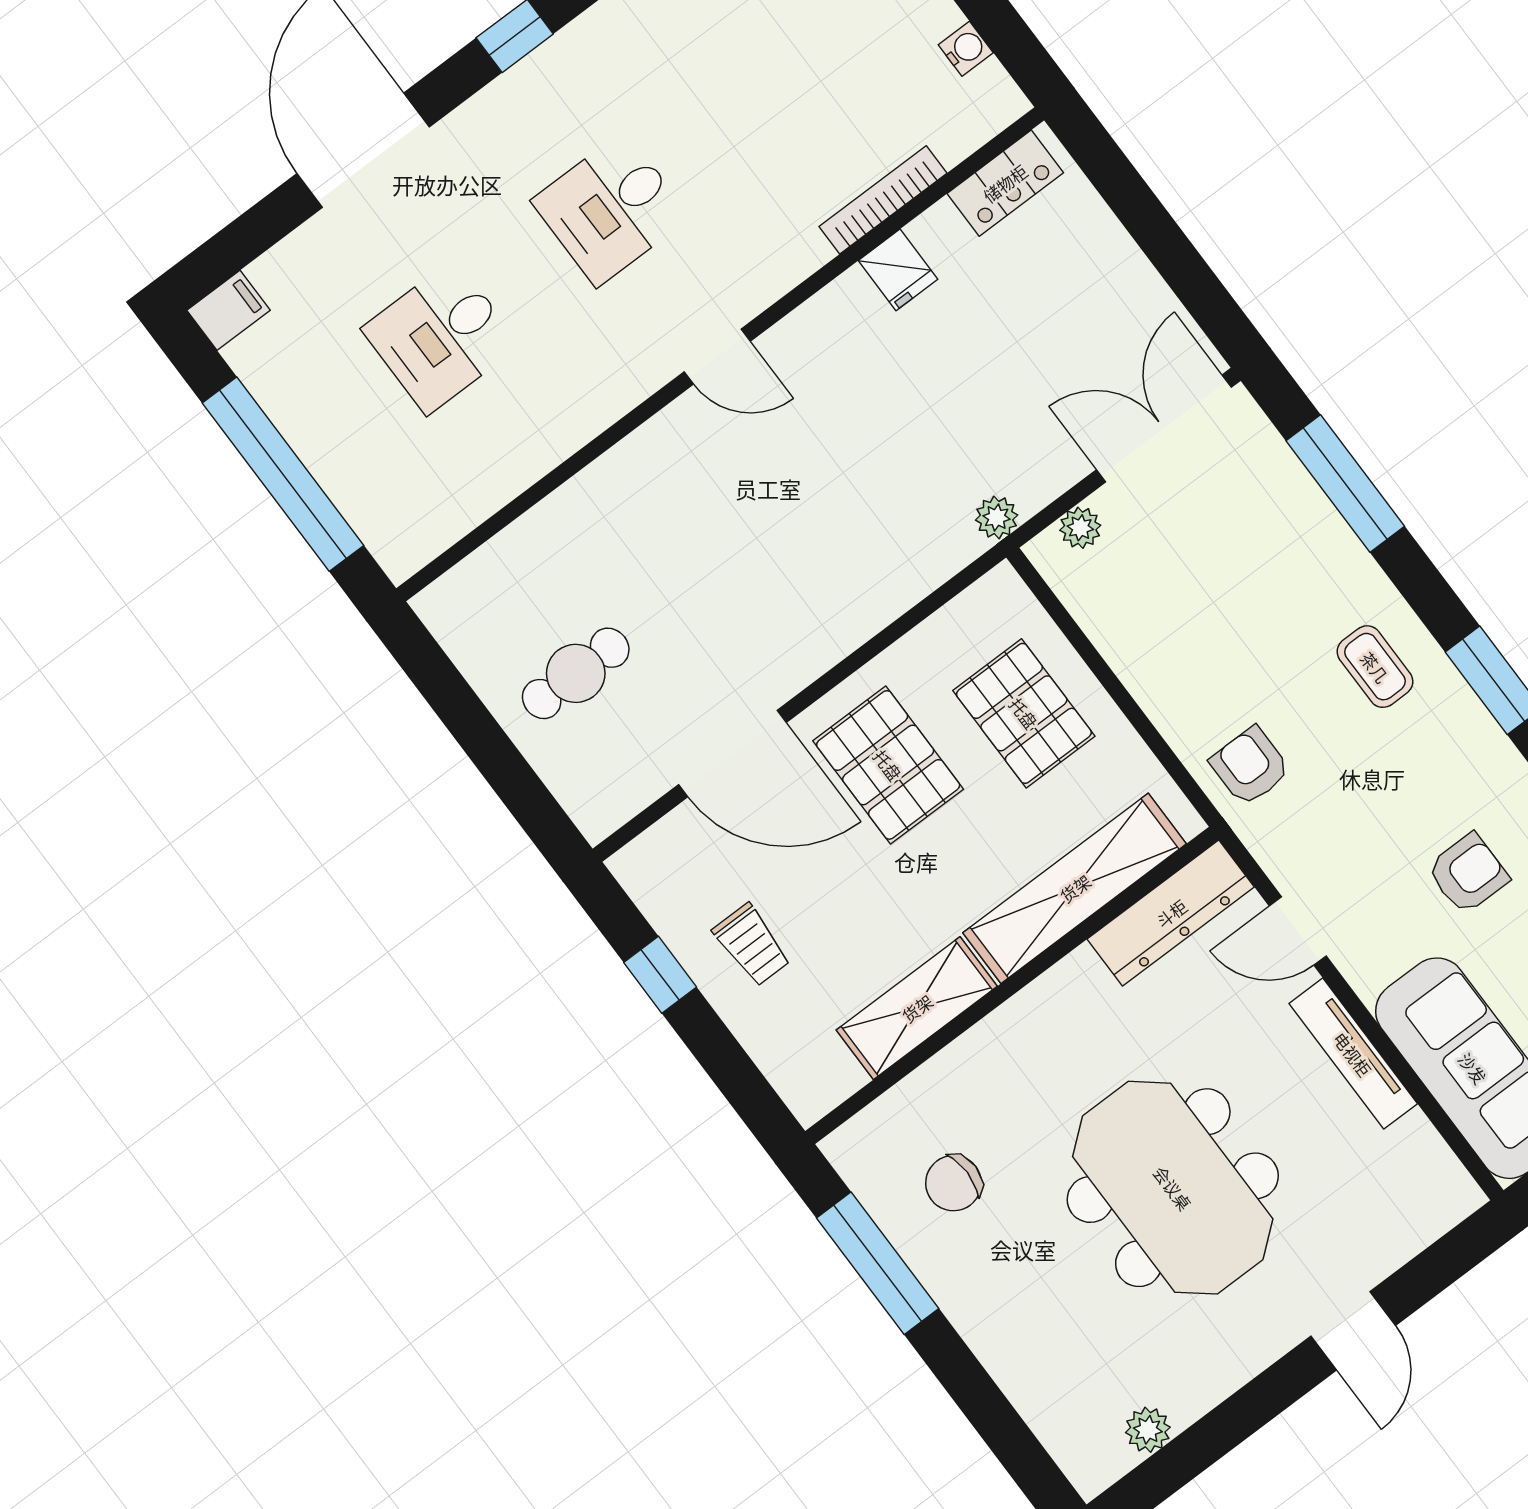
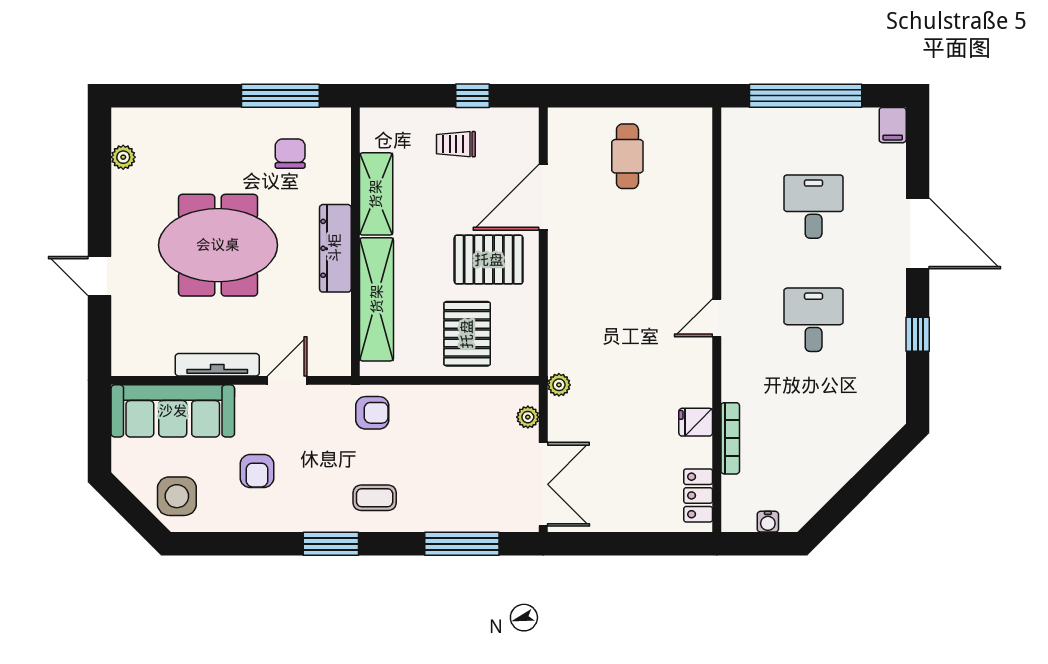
pallet: (1024, 713) -> (467, 334), turned 90
dresser: (1171, 913) -> (335, 248), moved

